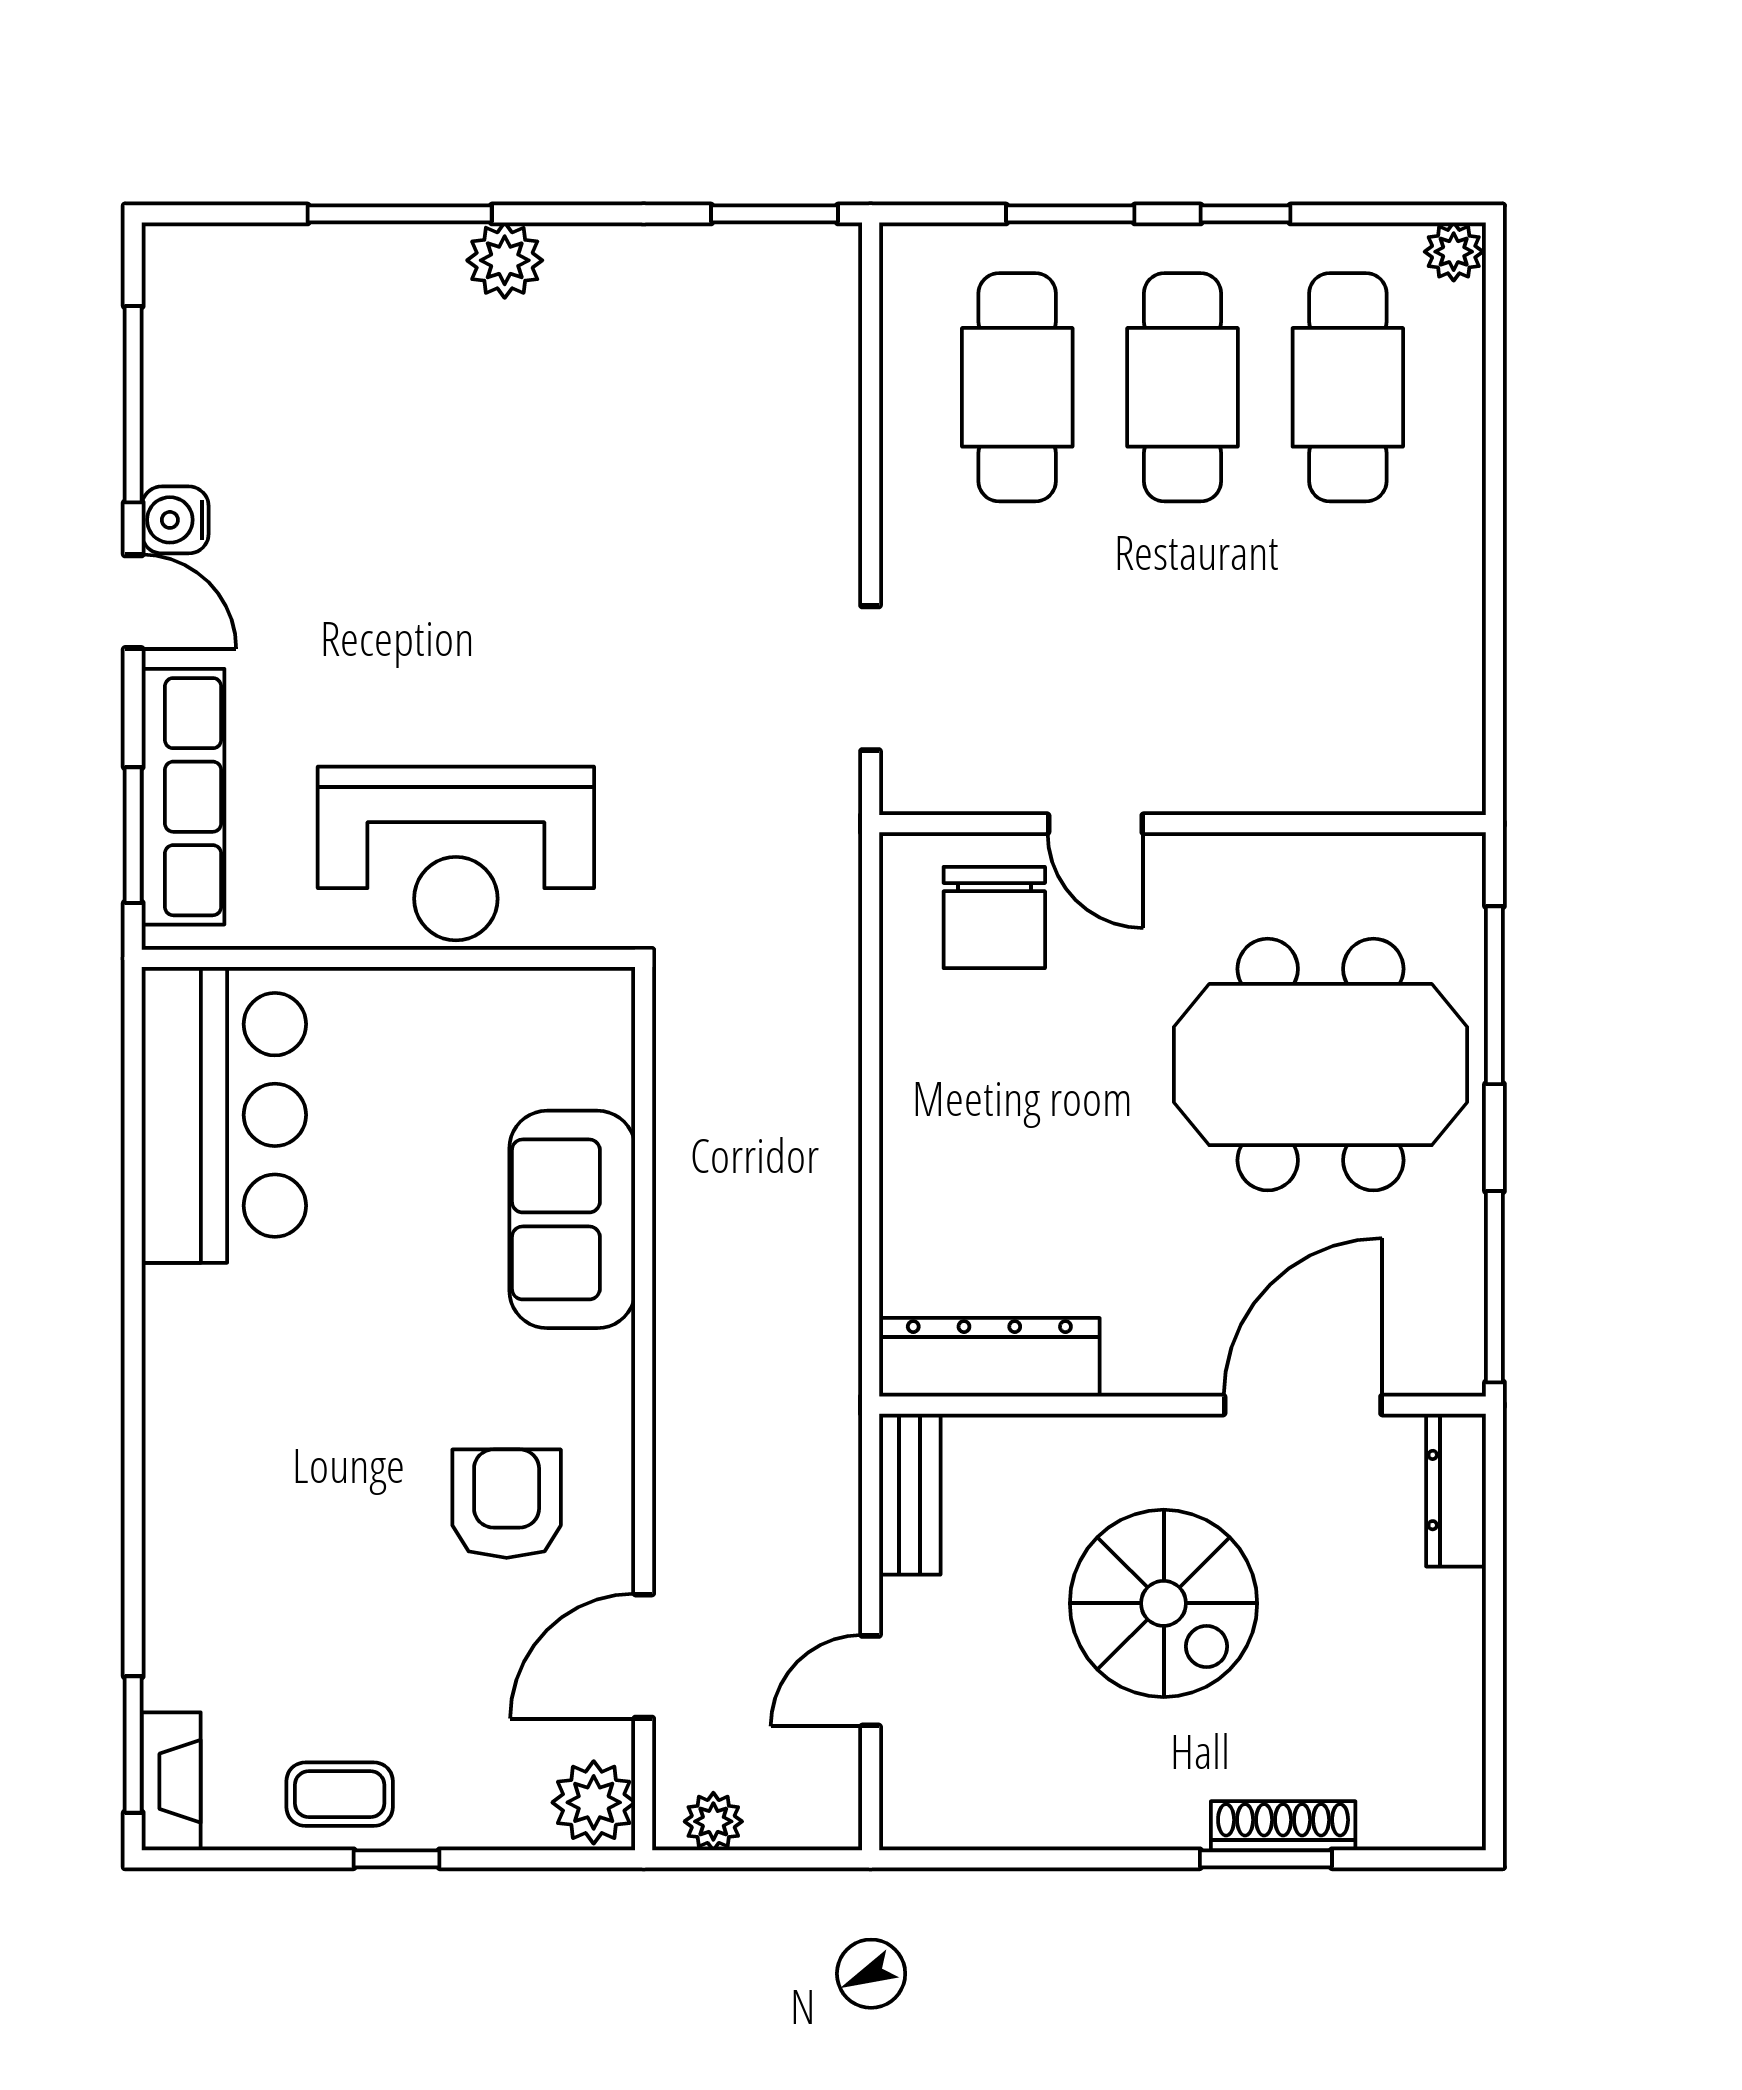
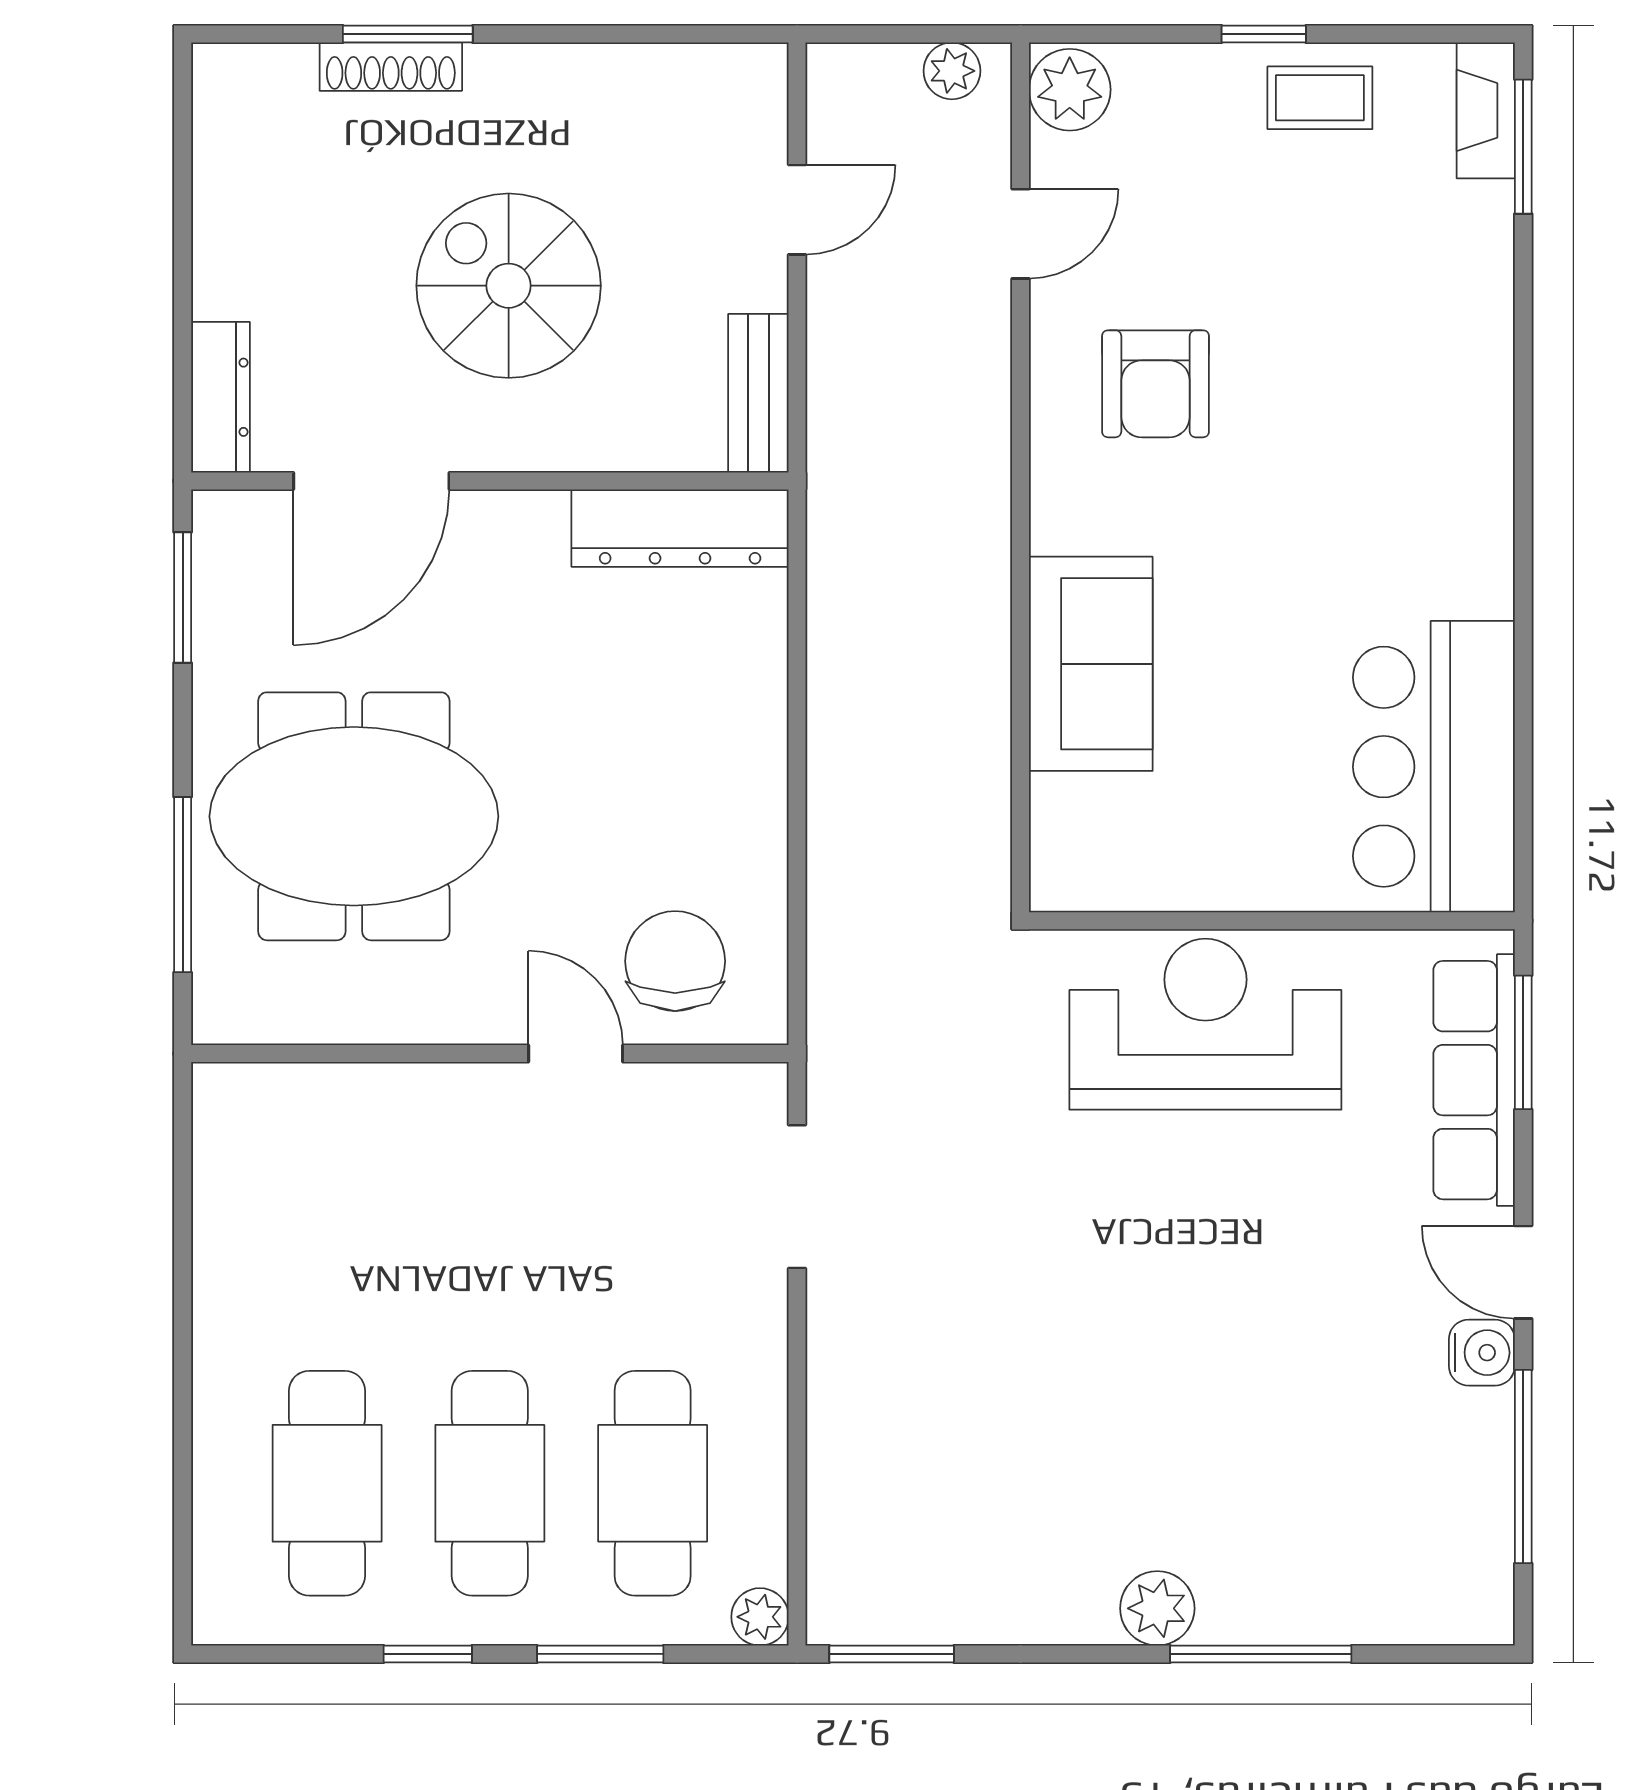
plant: (1454, 252) -> (760, 1617), moved
window: (1494, 1287) -> (183, 597), width x0.69
door: (644, 1656) -> (1020, 234), width x0.73

